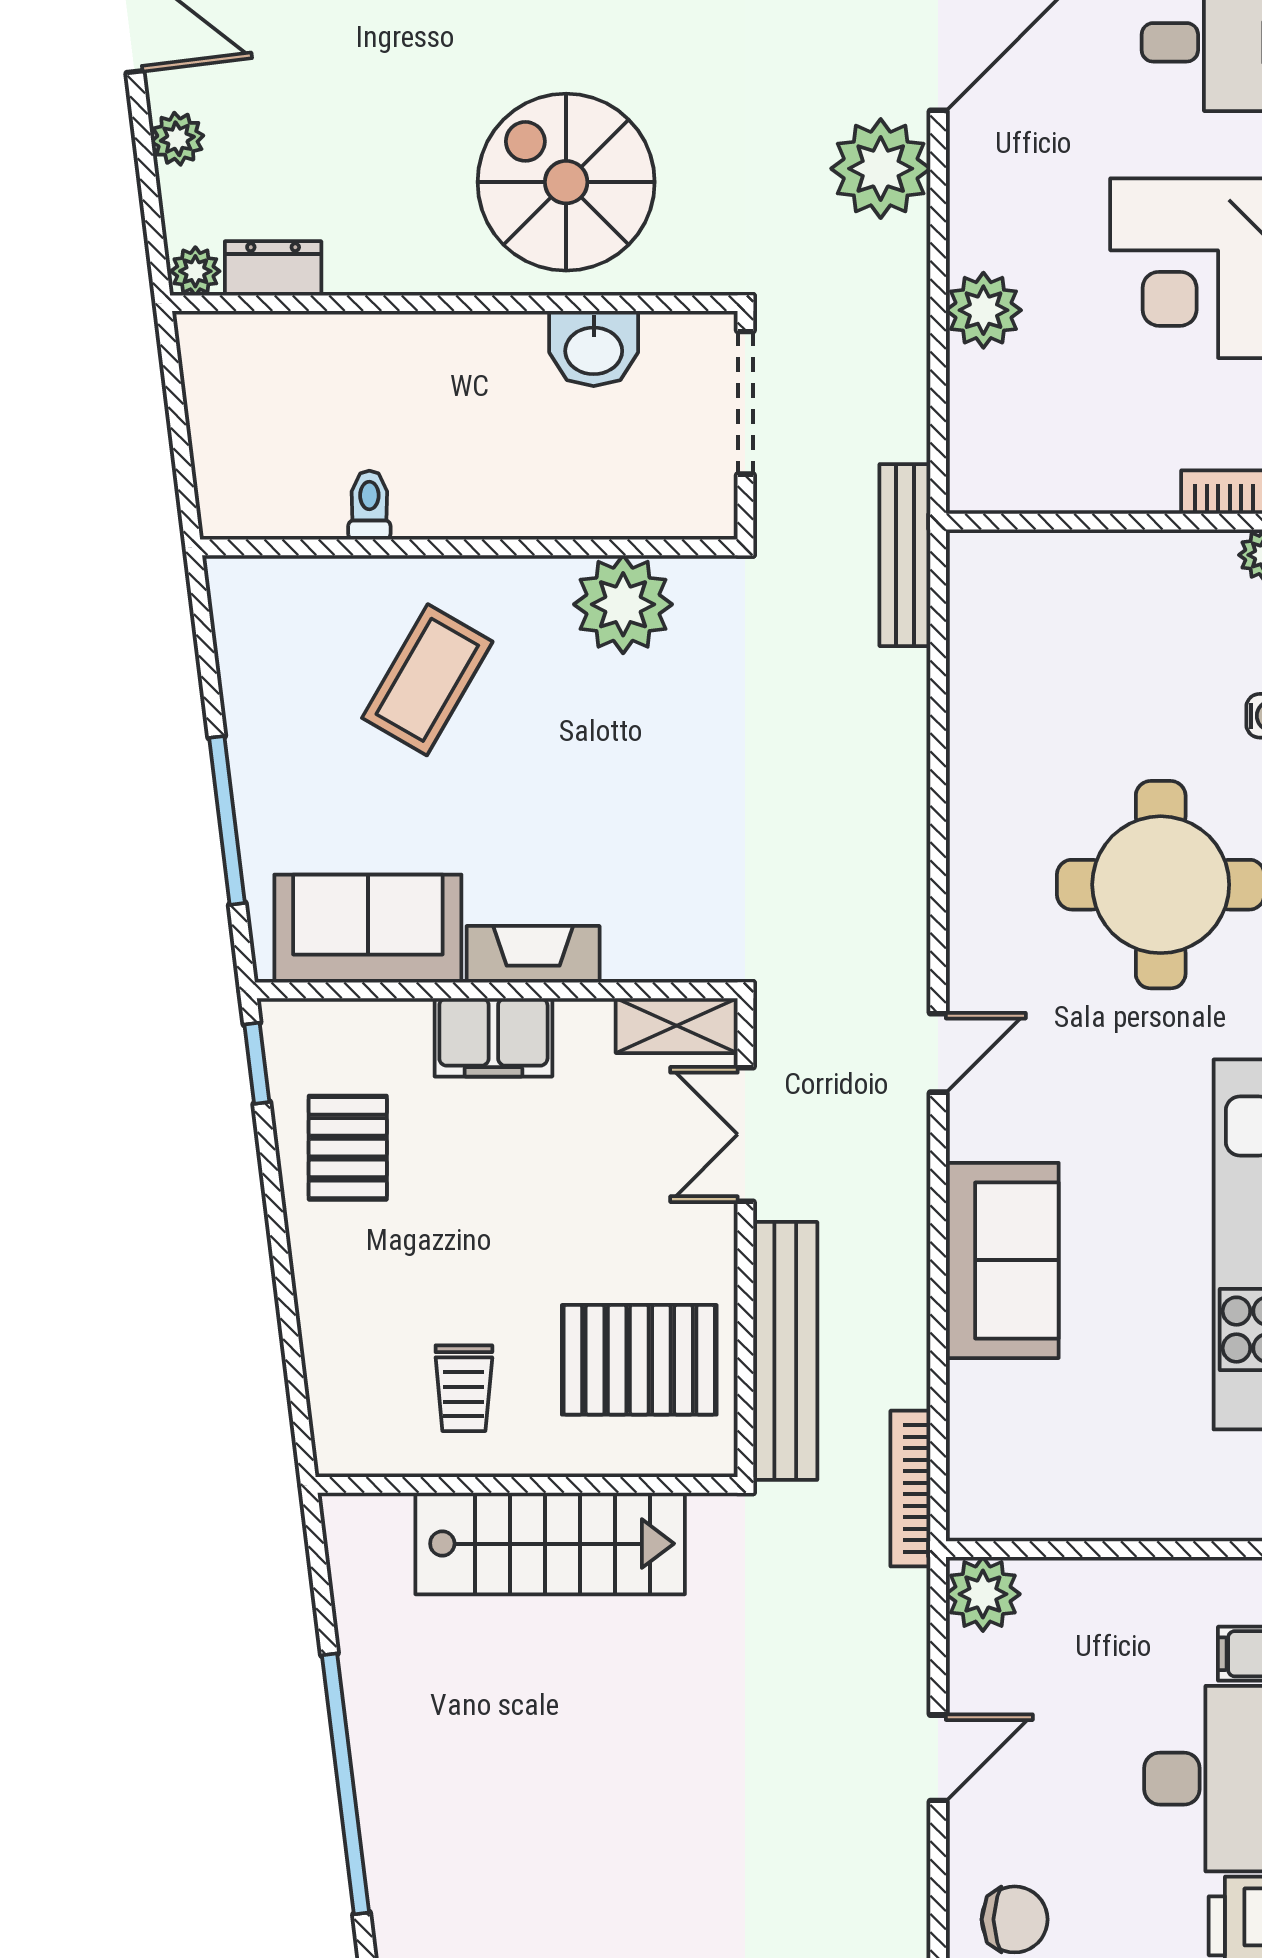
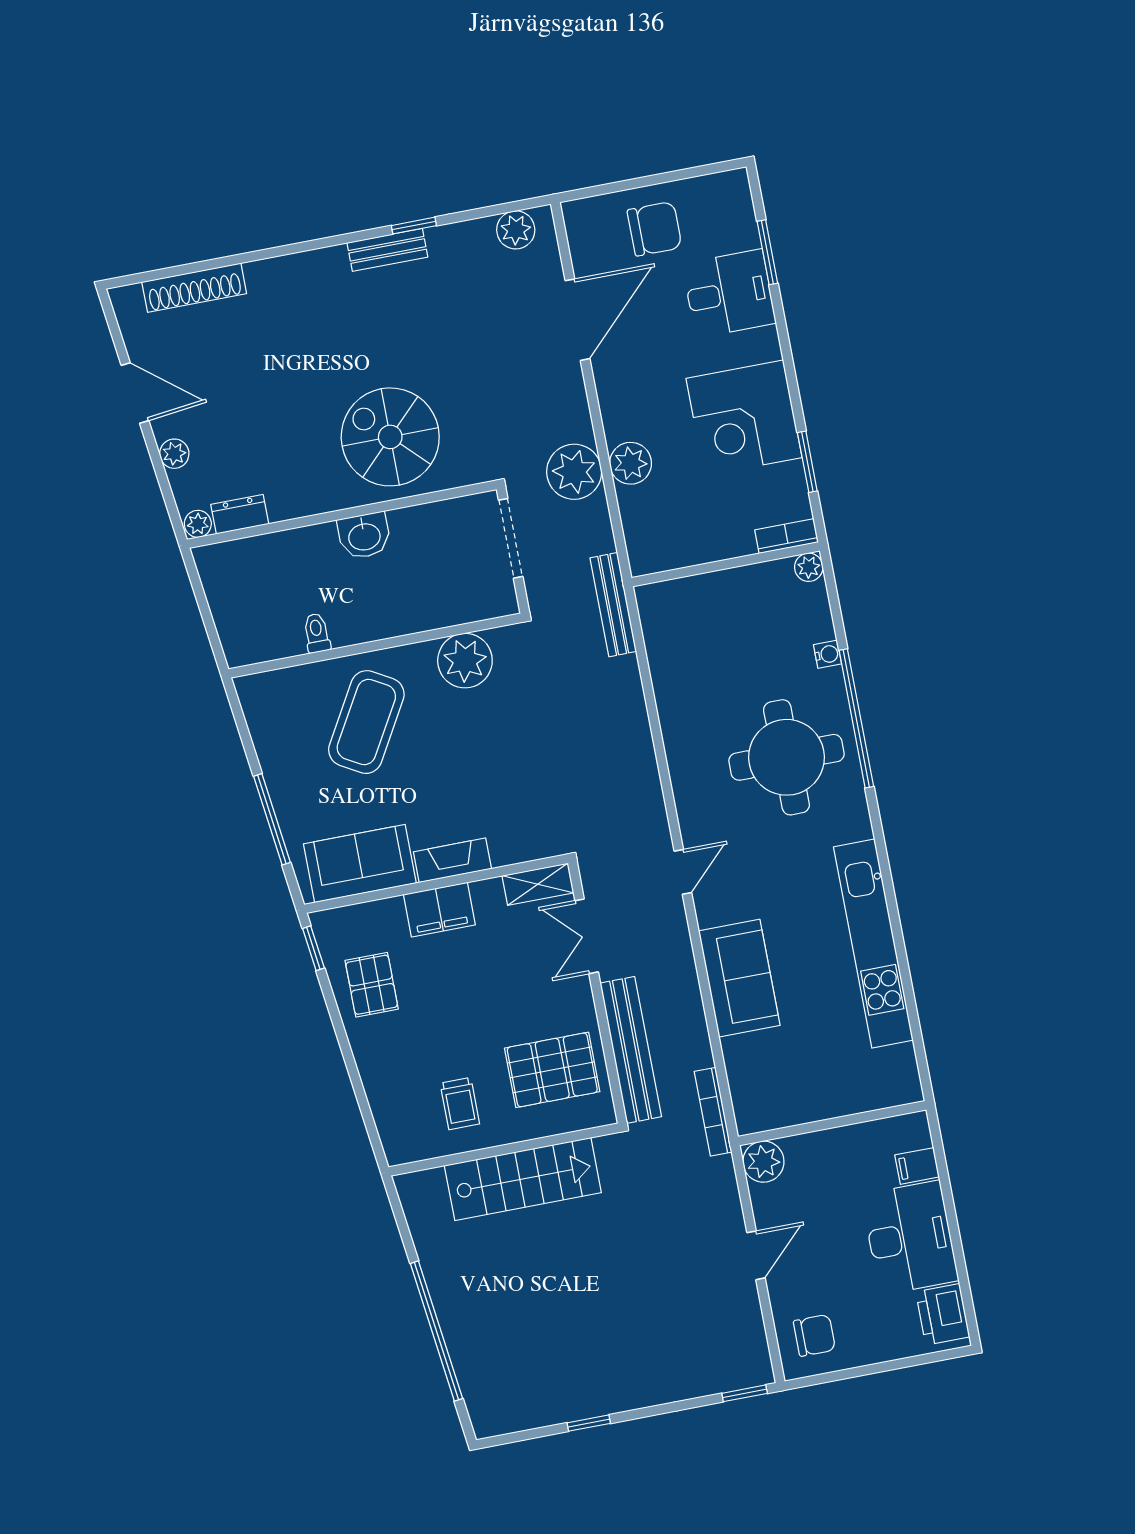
plant: (881, 169) -> (574, 472), moved
washbasin: (594, 349) -> (364, 536), moved
coffee table: (427, 680) -> (366, 722), width x1.36, depth x1.32

